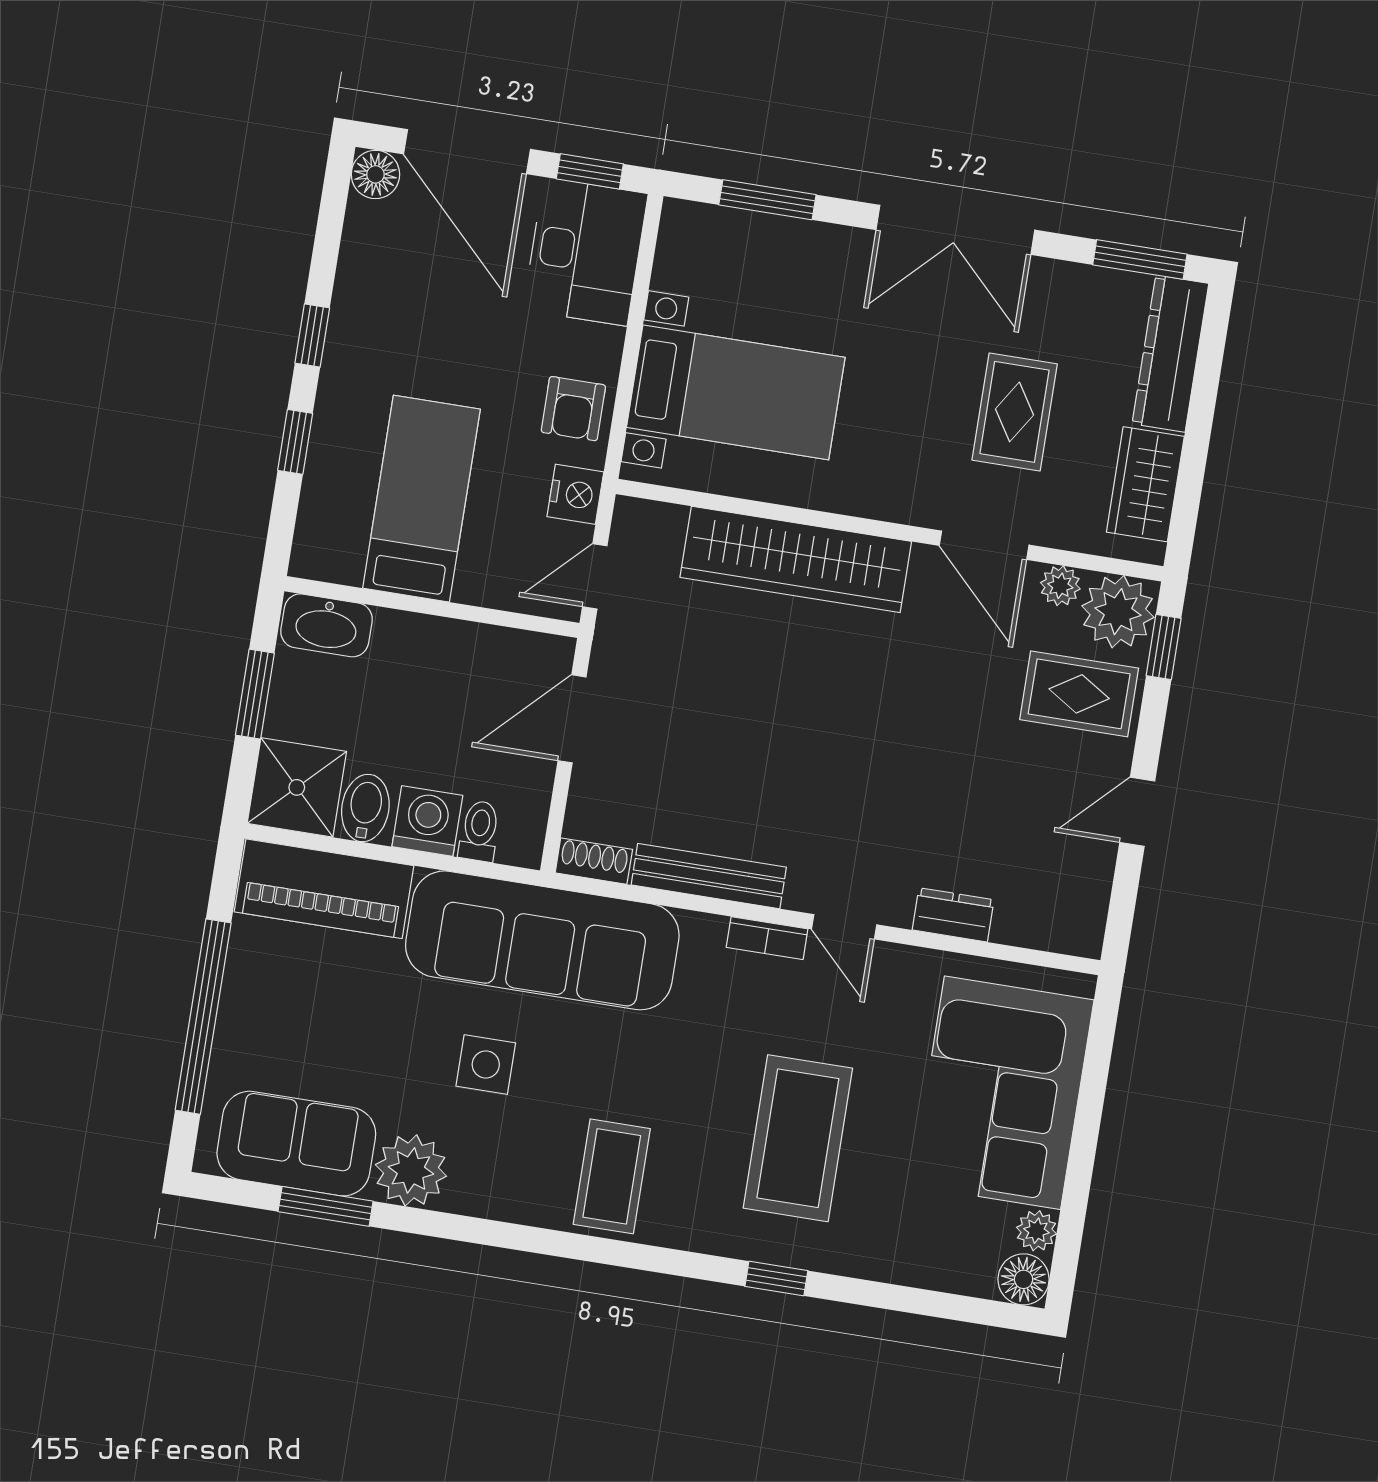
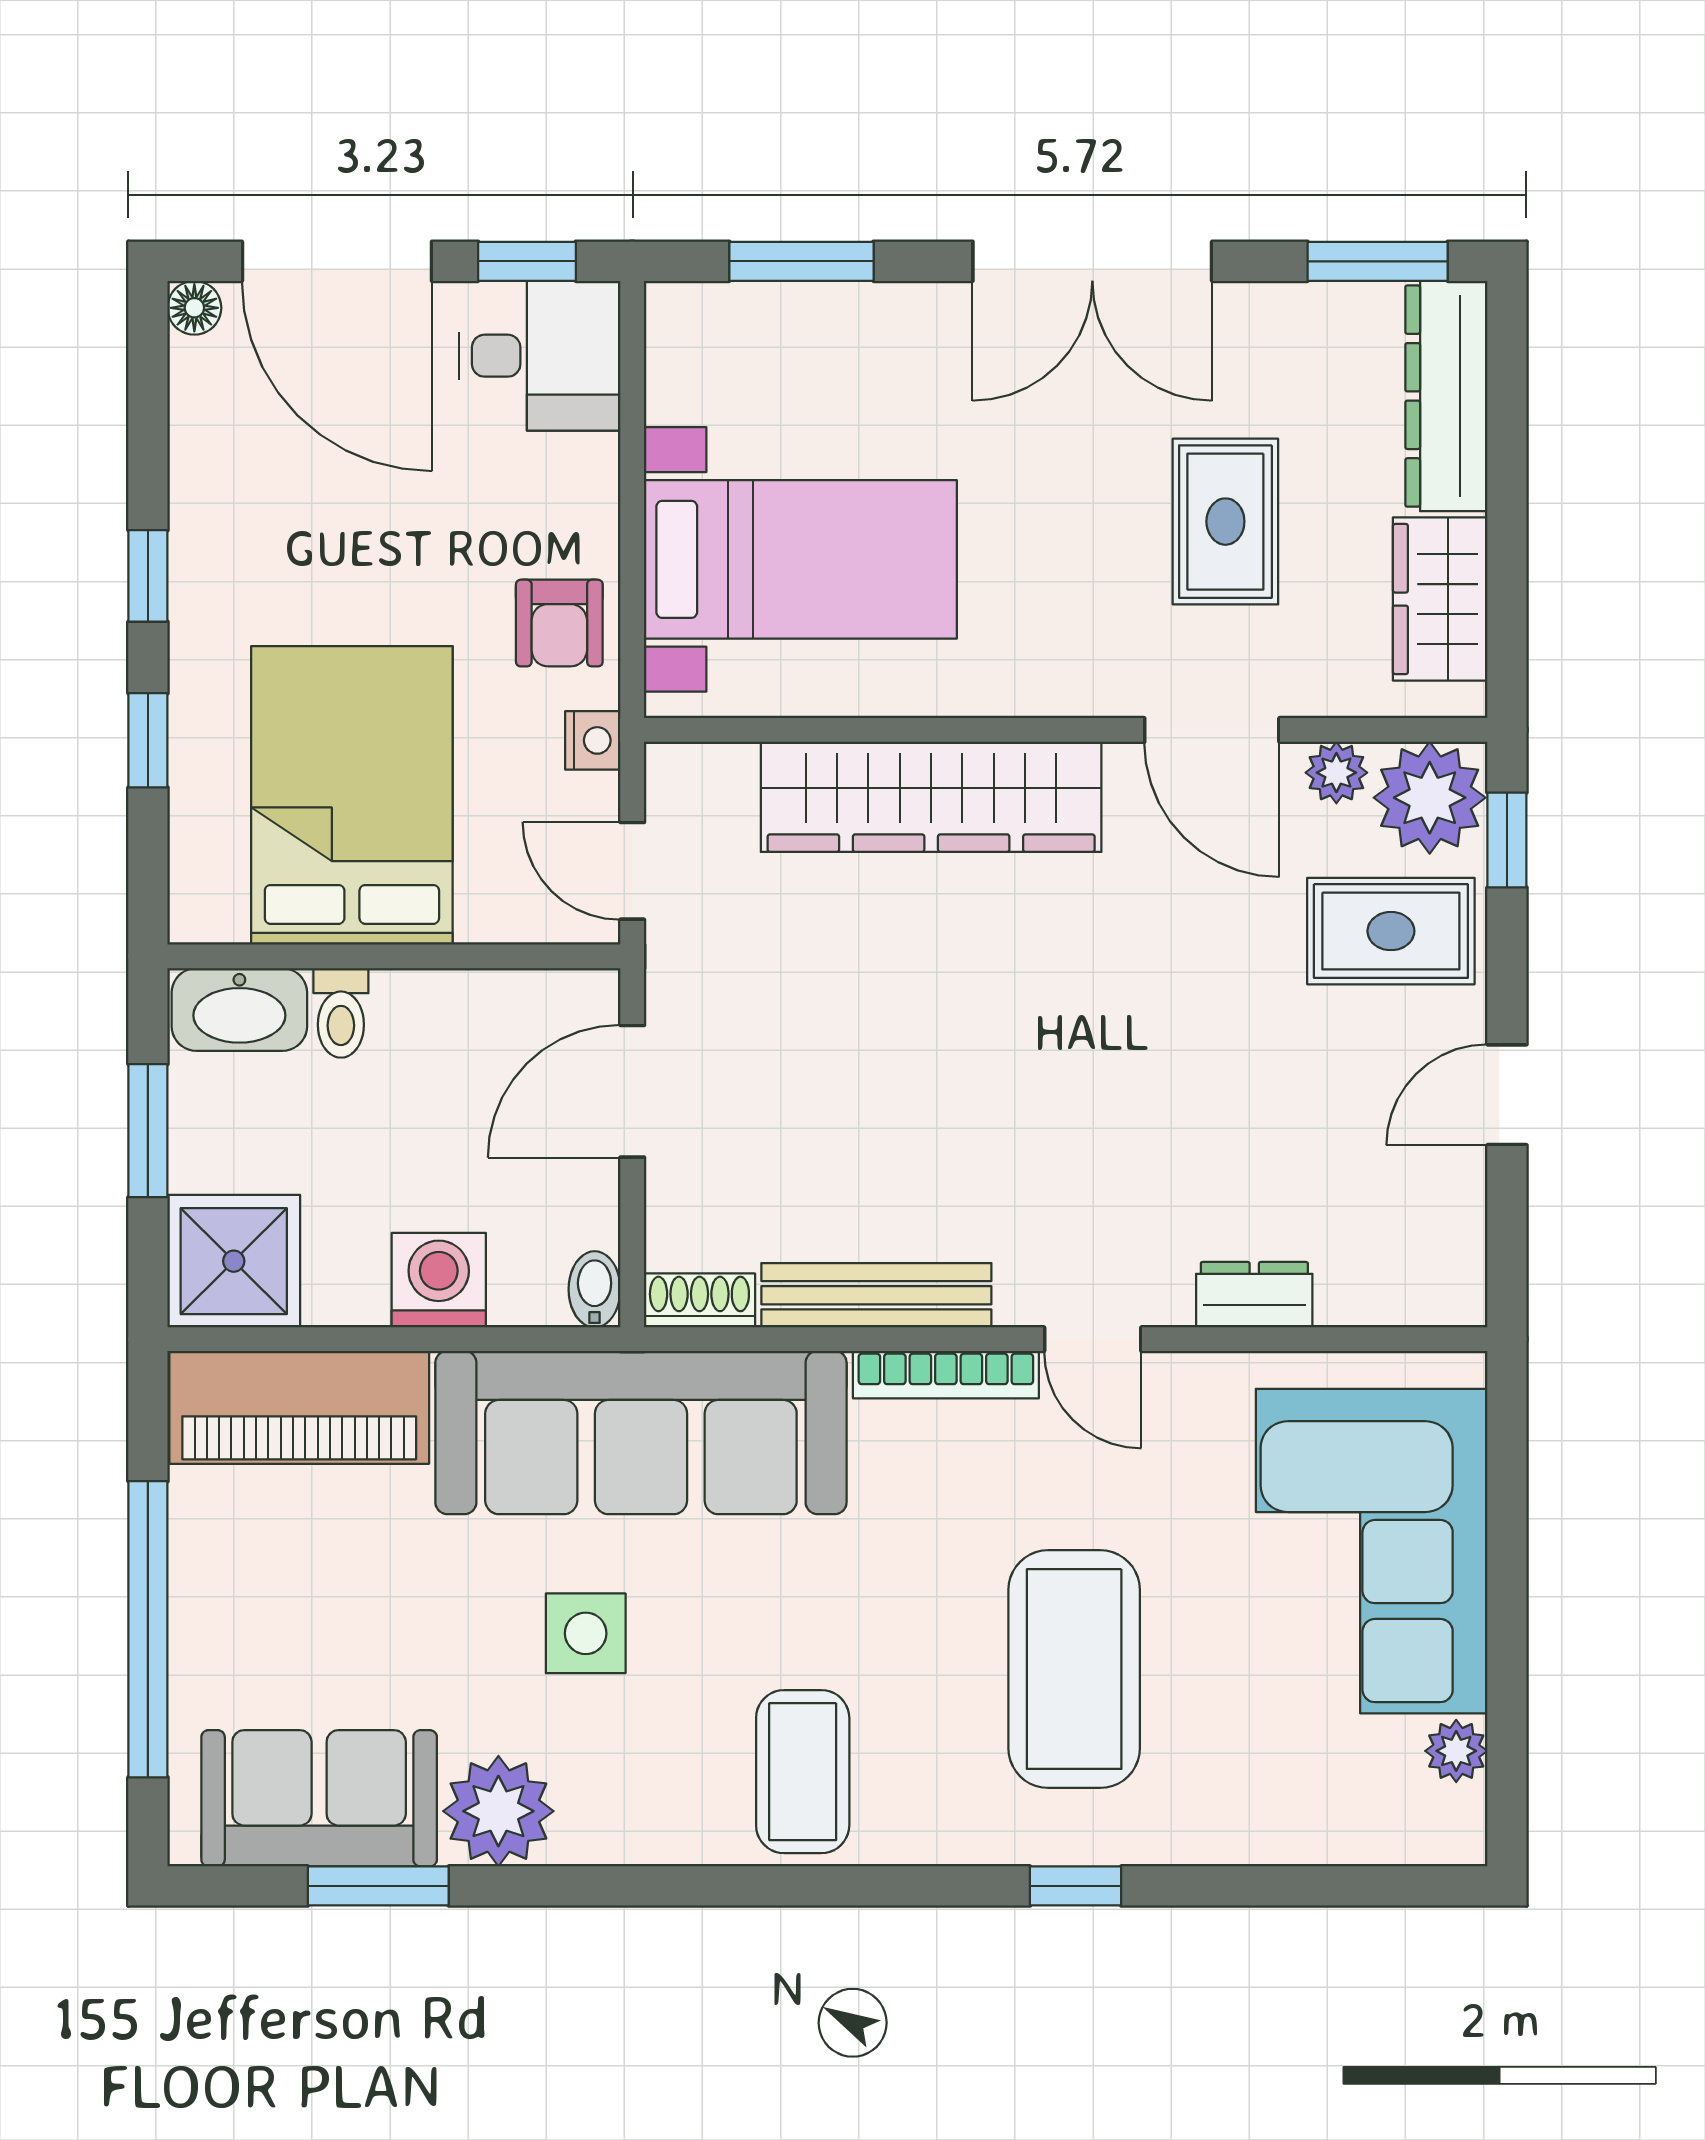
floor lamp: (375, 174) -> (194, 308), width x0.73, depth x0.73
desk: (586, 252) -> (540, 356), width x0.73
nightstand: (575, 494) -> (593, 740), width x0.72, depth x0.74
bed: (421, 499) -> (352, 795), width x1.50
door: (595, 576) -> (632, 871), hinge flipped
bidet: (365, 808) -> (595, 1289), moved, width x0.72, depth x0.74
toilet: (479, 831) -> (341, 1013), moved, turned 180
bookcase: (767, 938) -> (946, 1375), width x1.56
floor lamp: (1024, 1279) -> (1448, 1827), removed

